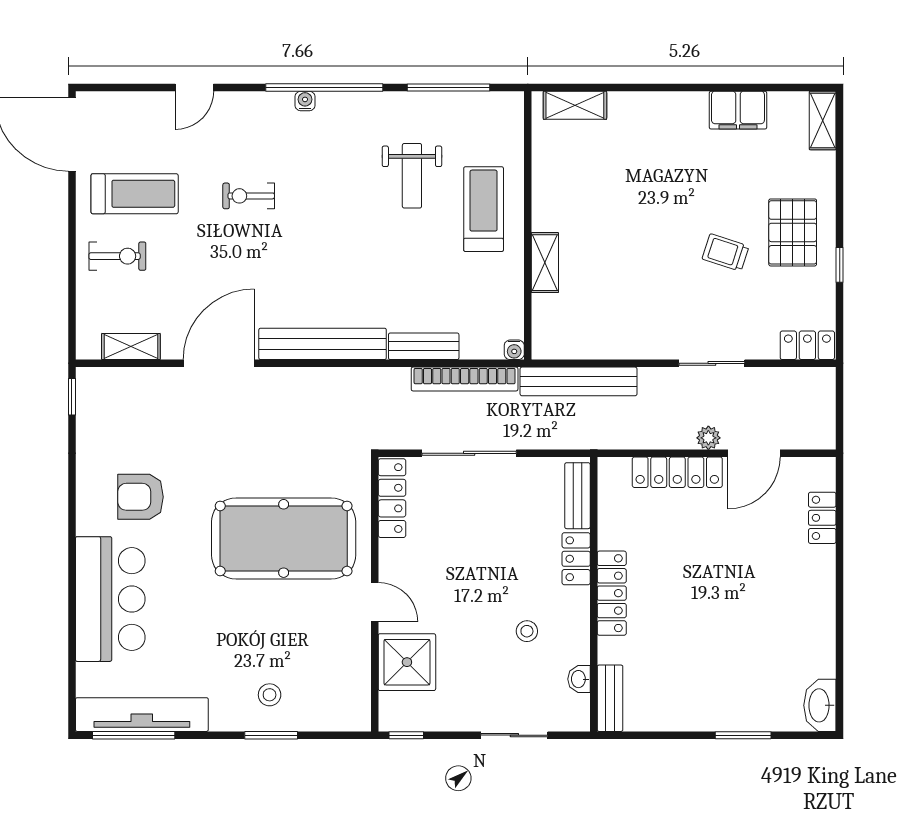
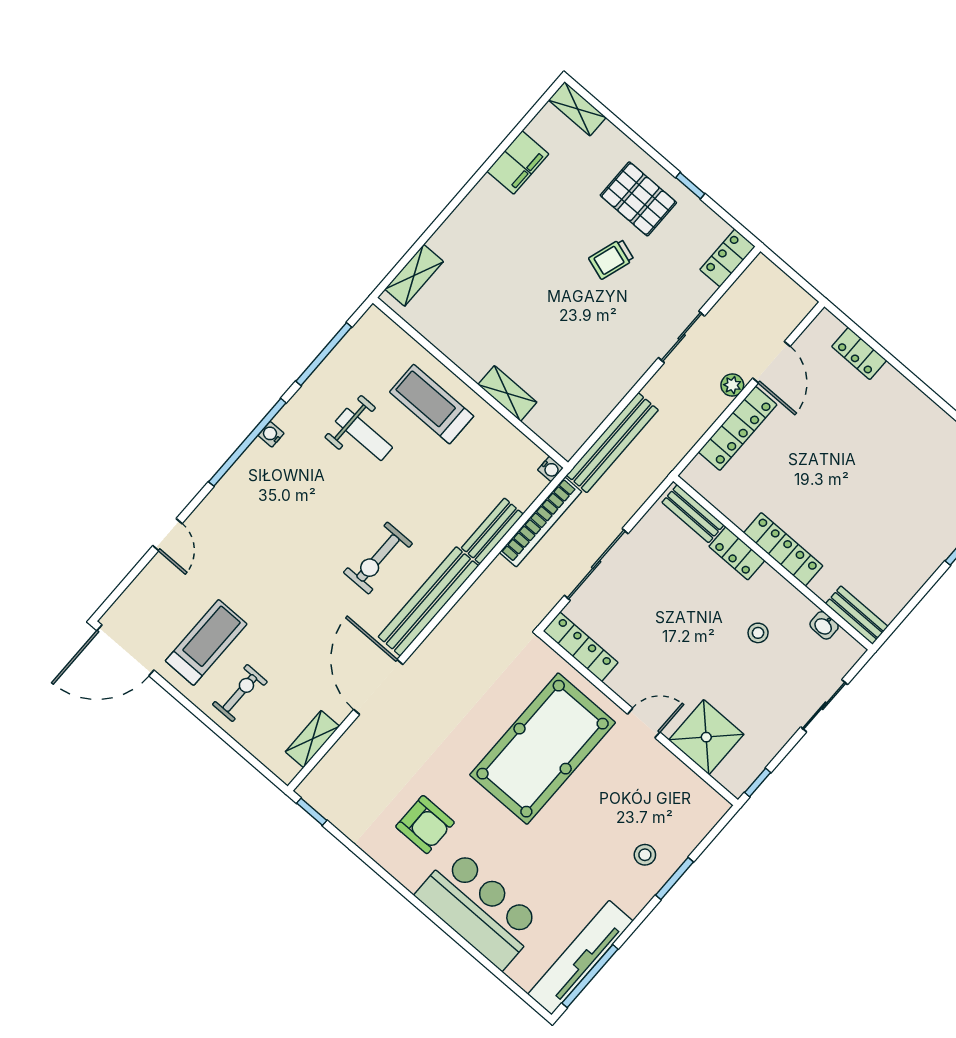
water cooler: (305, 101) -> (271, 434), moved
exercise bike: (249, 196) -> (378, 558), moved, width x1.38, depth x1.39
armchair: (141, 497) -> (425, 825), turned -90

